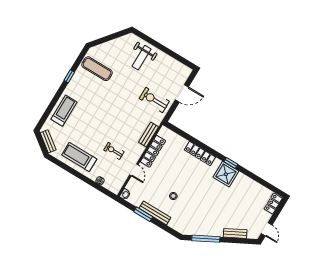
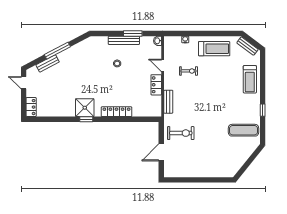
weight bench: (142, 58) -> (212, 162), removed
locker: (153, 151) -> (156, 85), width x0.66
window: (206, 239) -> (57, 51), moved

